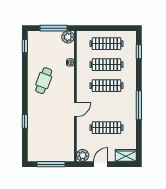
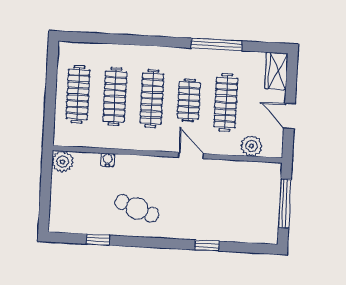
window: (53, 28) -> (46, 186), removed
window: (25, 46) -> (98, 240), moved
window: (139, 52) -> (95, 38), removed
window: (139, 105) -> (217, 45), moved
clothes rail: (106, 107) -> (189, 100), added
plant: (83, 155) -> (252, 146), moved

